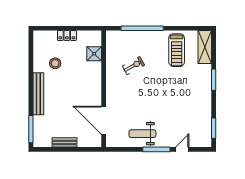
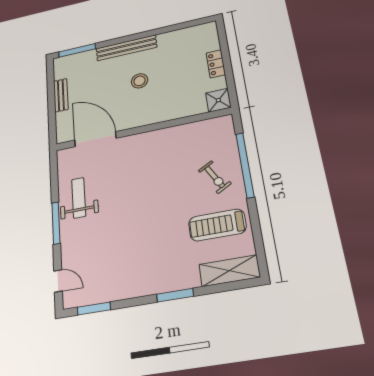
shower: (94, 54) -> (218, 100), moved
stool: (55, 63) -> (139, 81), moved
exercise bike: (133, 66) -> (215, 177), moved
door: (104, 120) -> (95, 139), hinge flipped
door: (182, 149) -> (58, 281), moved

